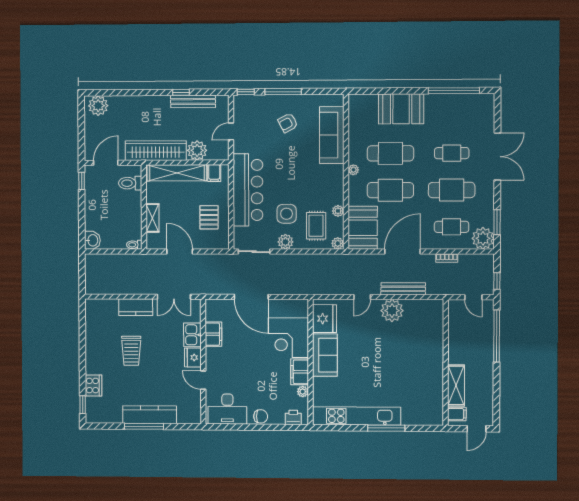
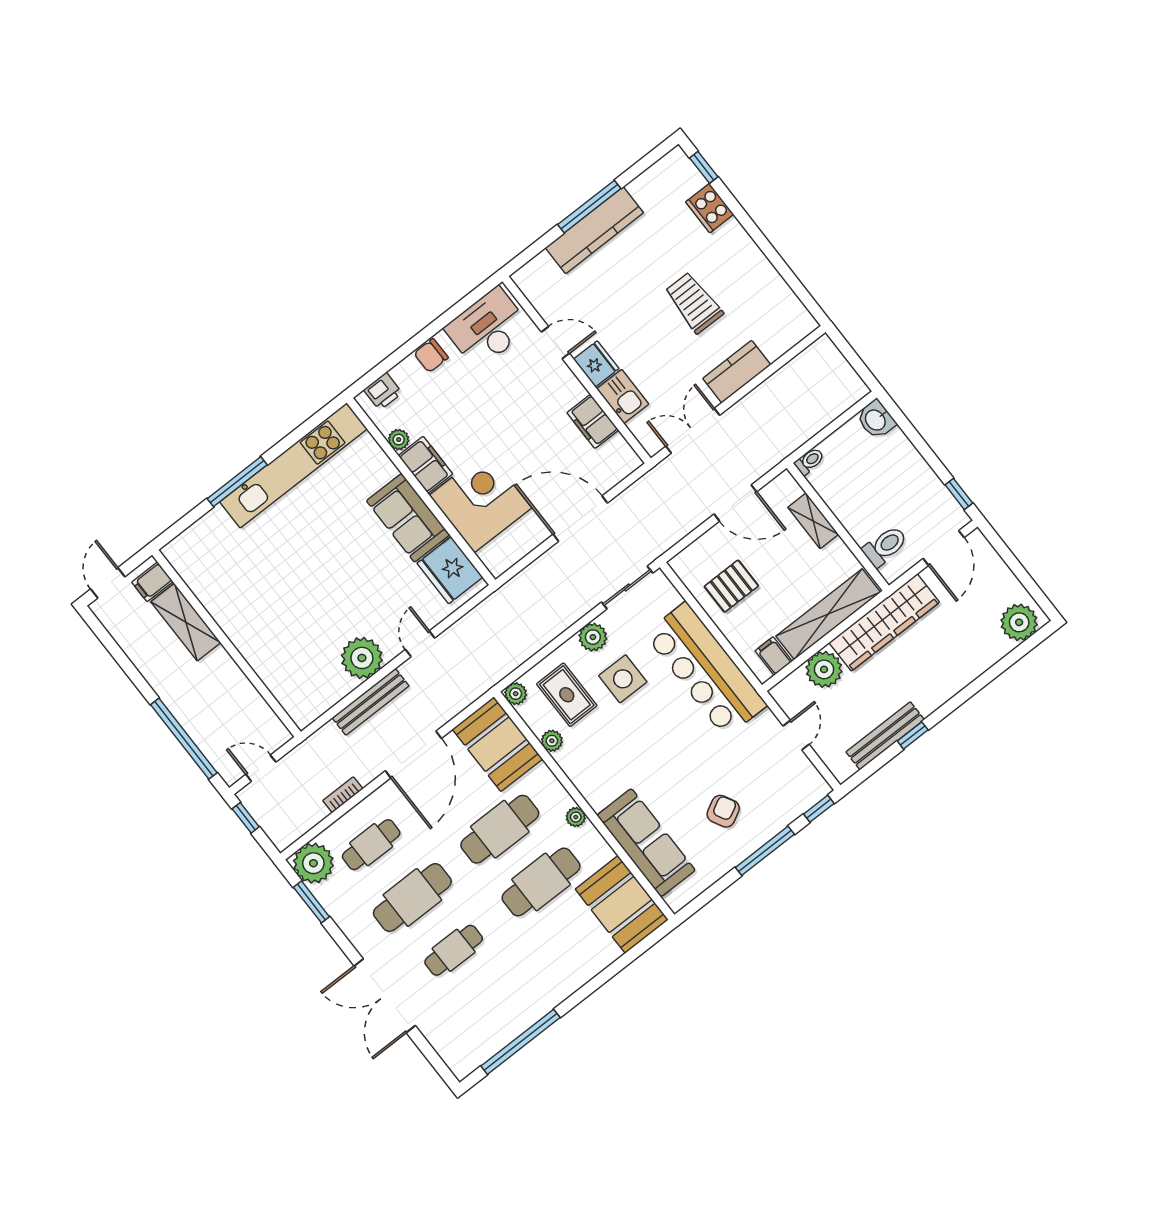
booth: (401, 109) -> (622, 904), moved, turned 90
pallet: (209, 217) -> (731, 586), turned 90

